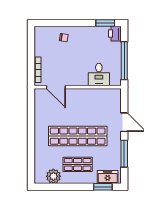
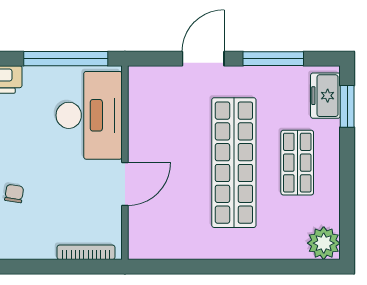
desk: (99, 75) -> (89, 115), width x1.87, depth x1.30
door: (56, 87) -> (125, 184), moved
plant: (53, 176) -> (324, 243), moved

